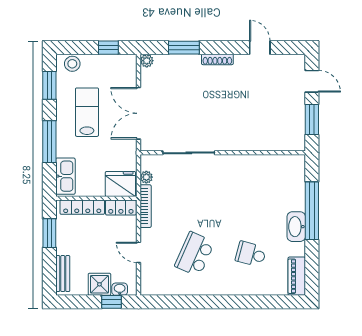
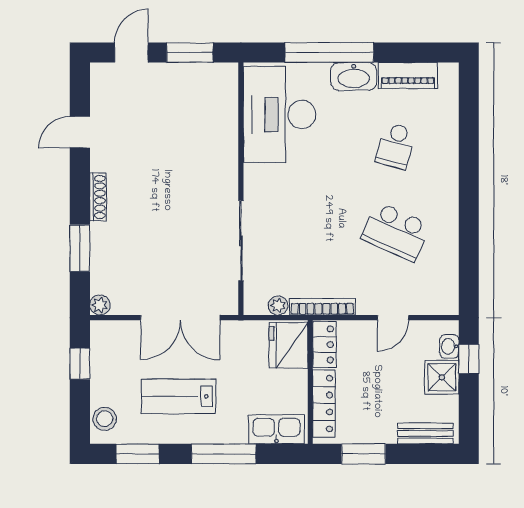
desk: (271, 178) -> (279, 115), added
piano: (297, 276) -> (408, 76), moved

